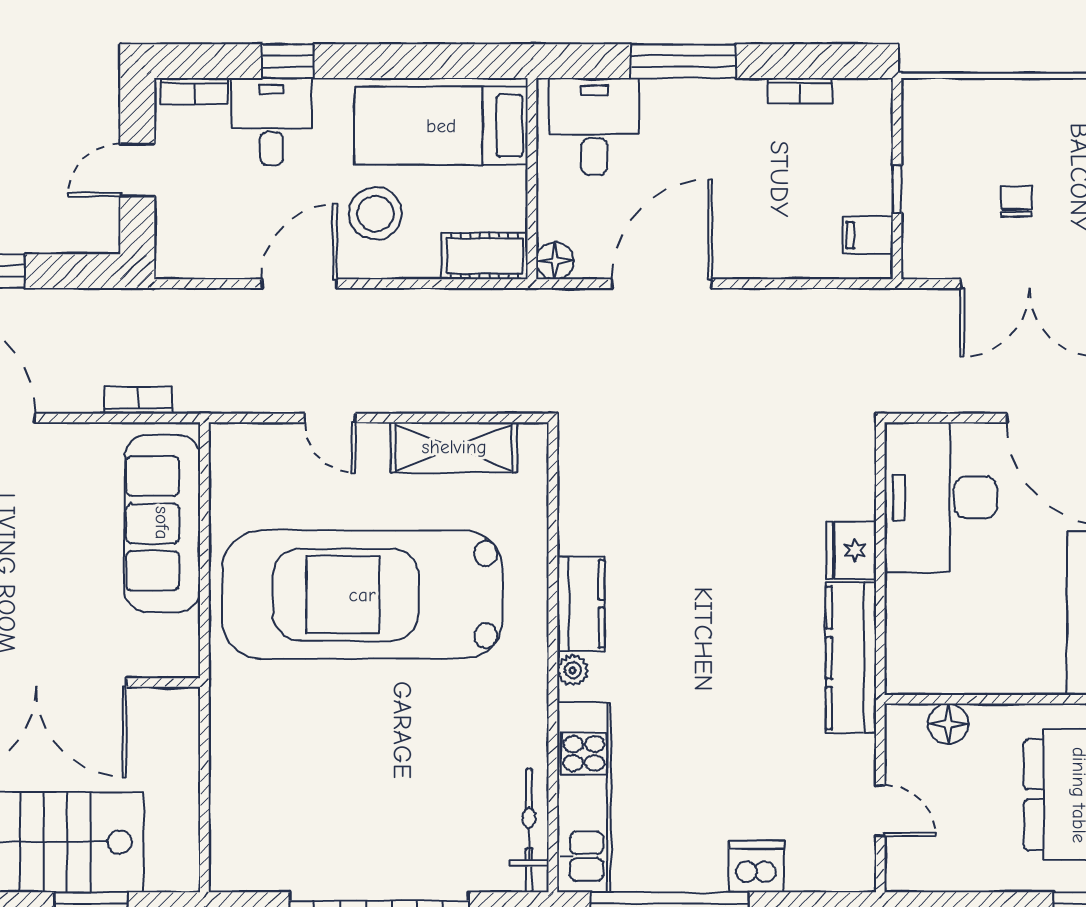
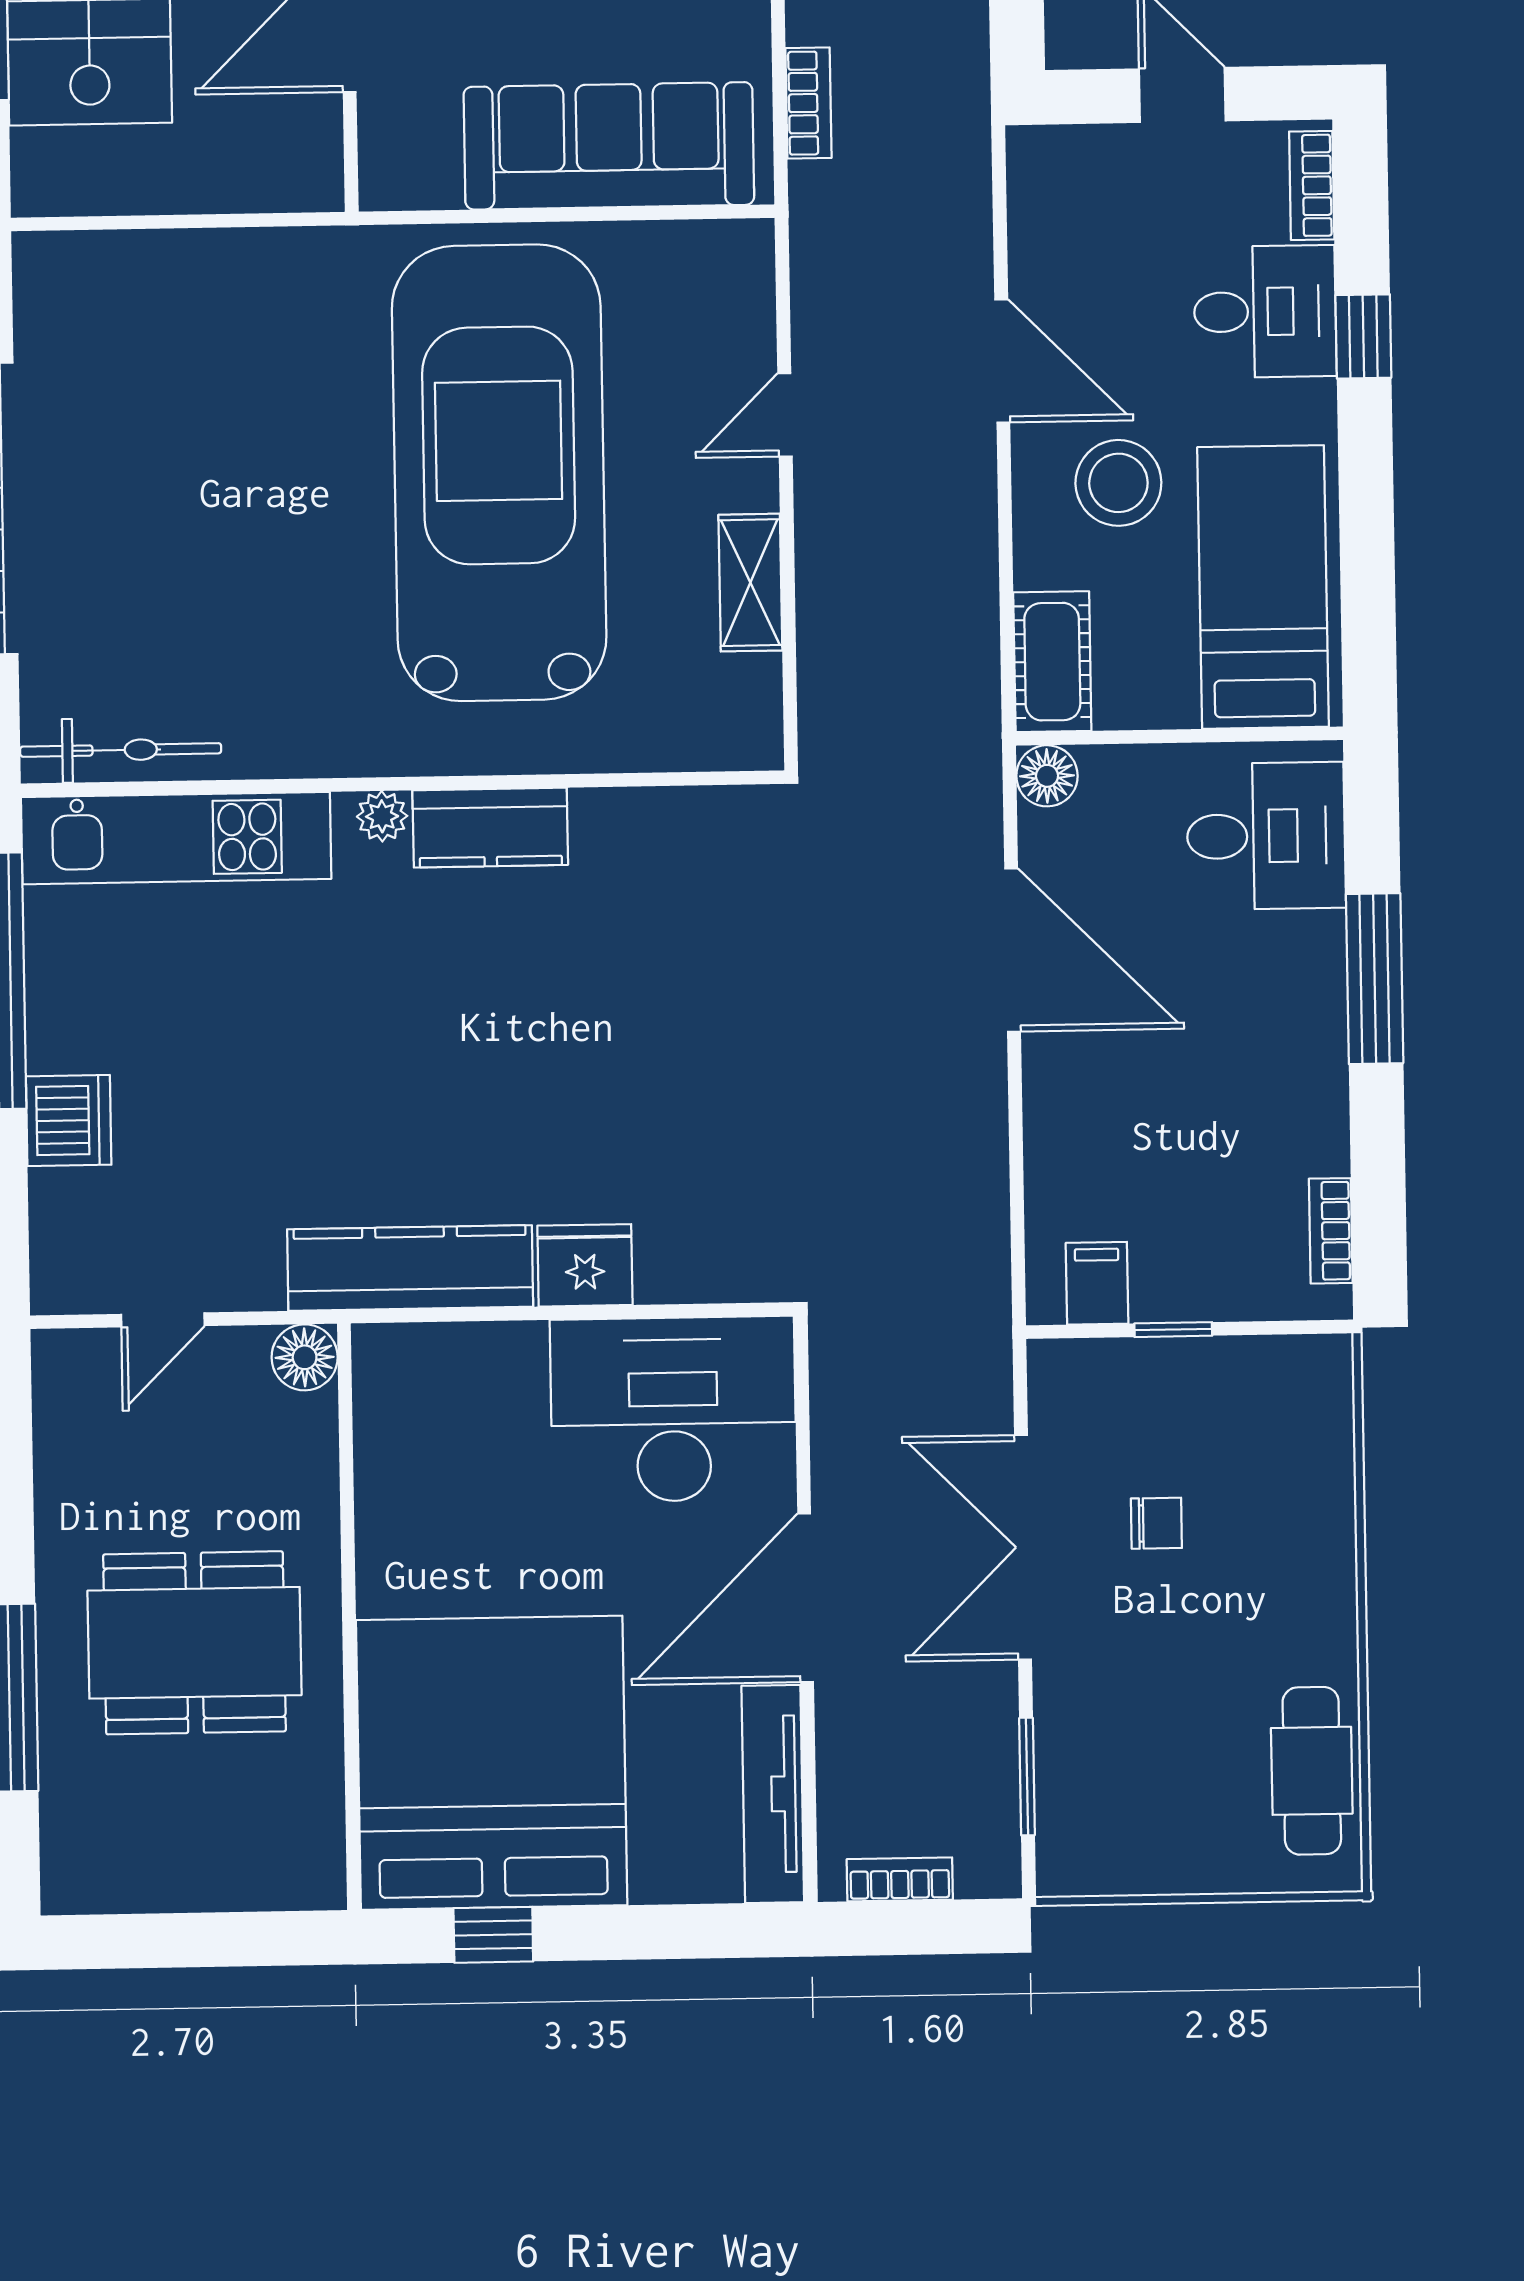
bookcase: (800, 91) -> (1331, 1231), moved
shelving: (454, 447) -> (750, 583), width x0.67, depth x0.75
floor lamp: (948, 724) -> (305, 1357), moved

